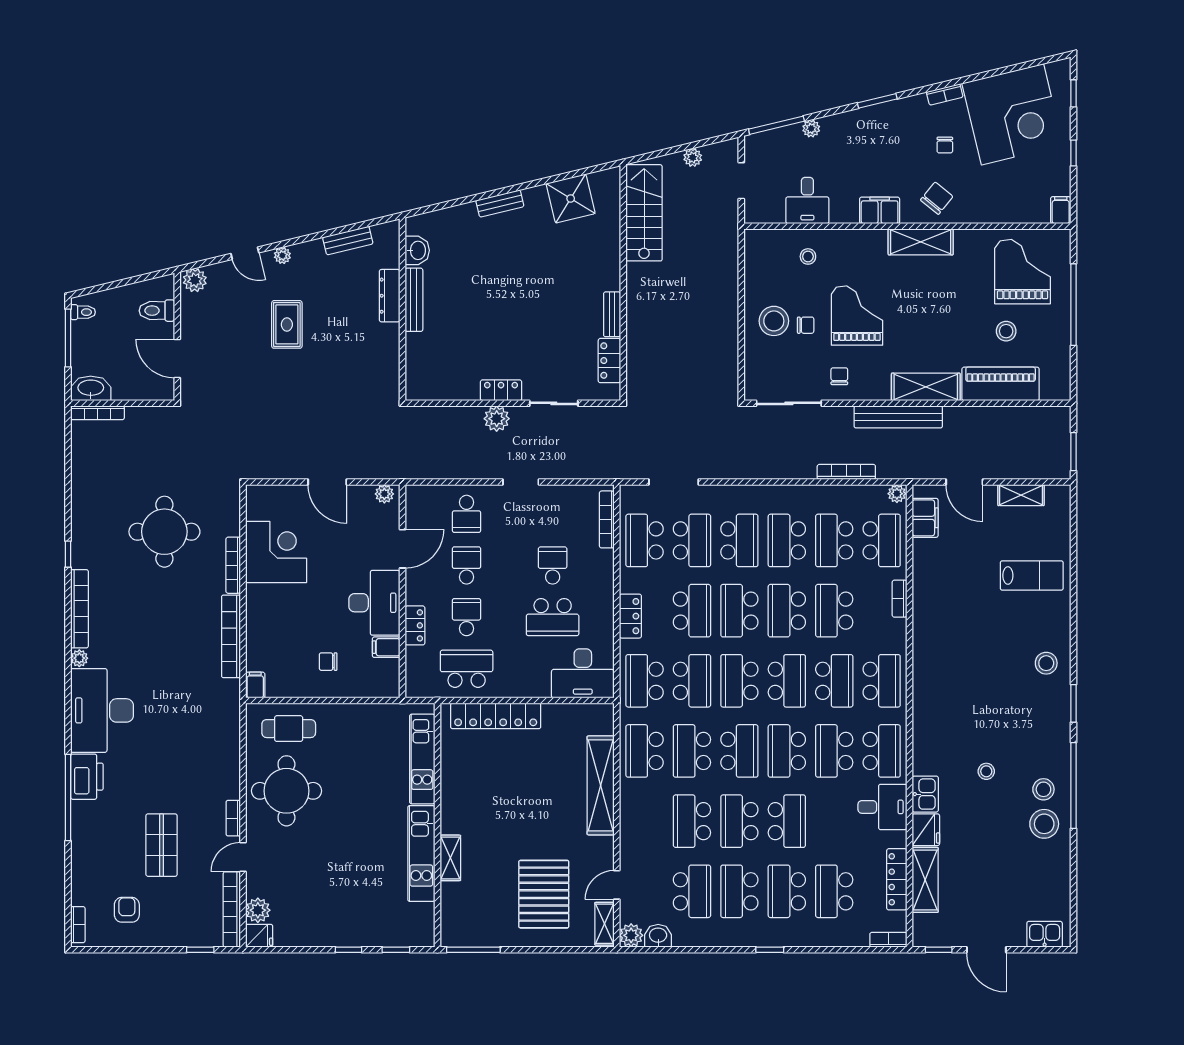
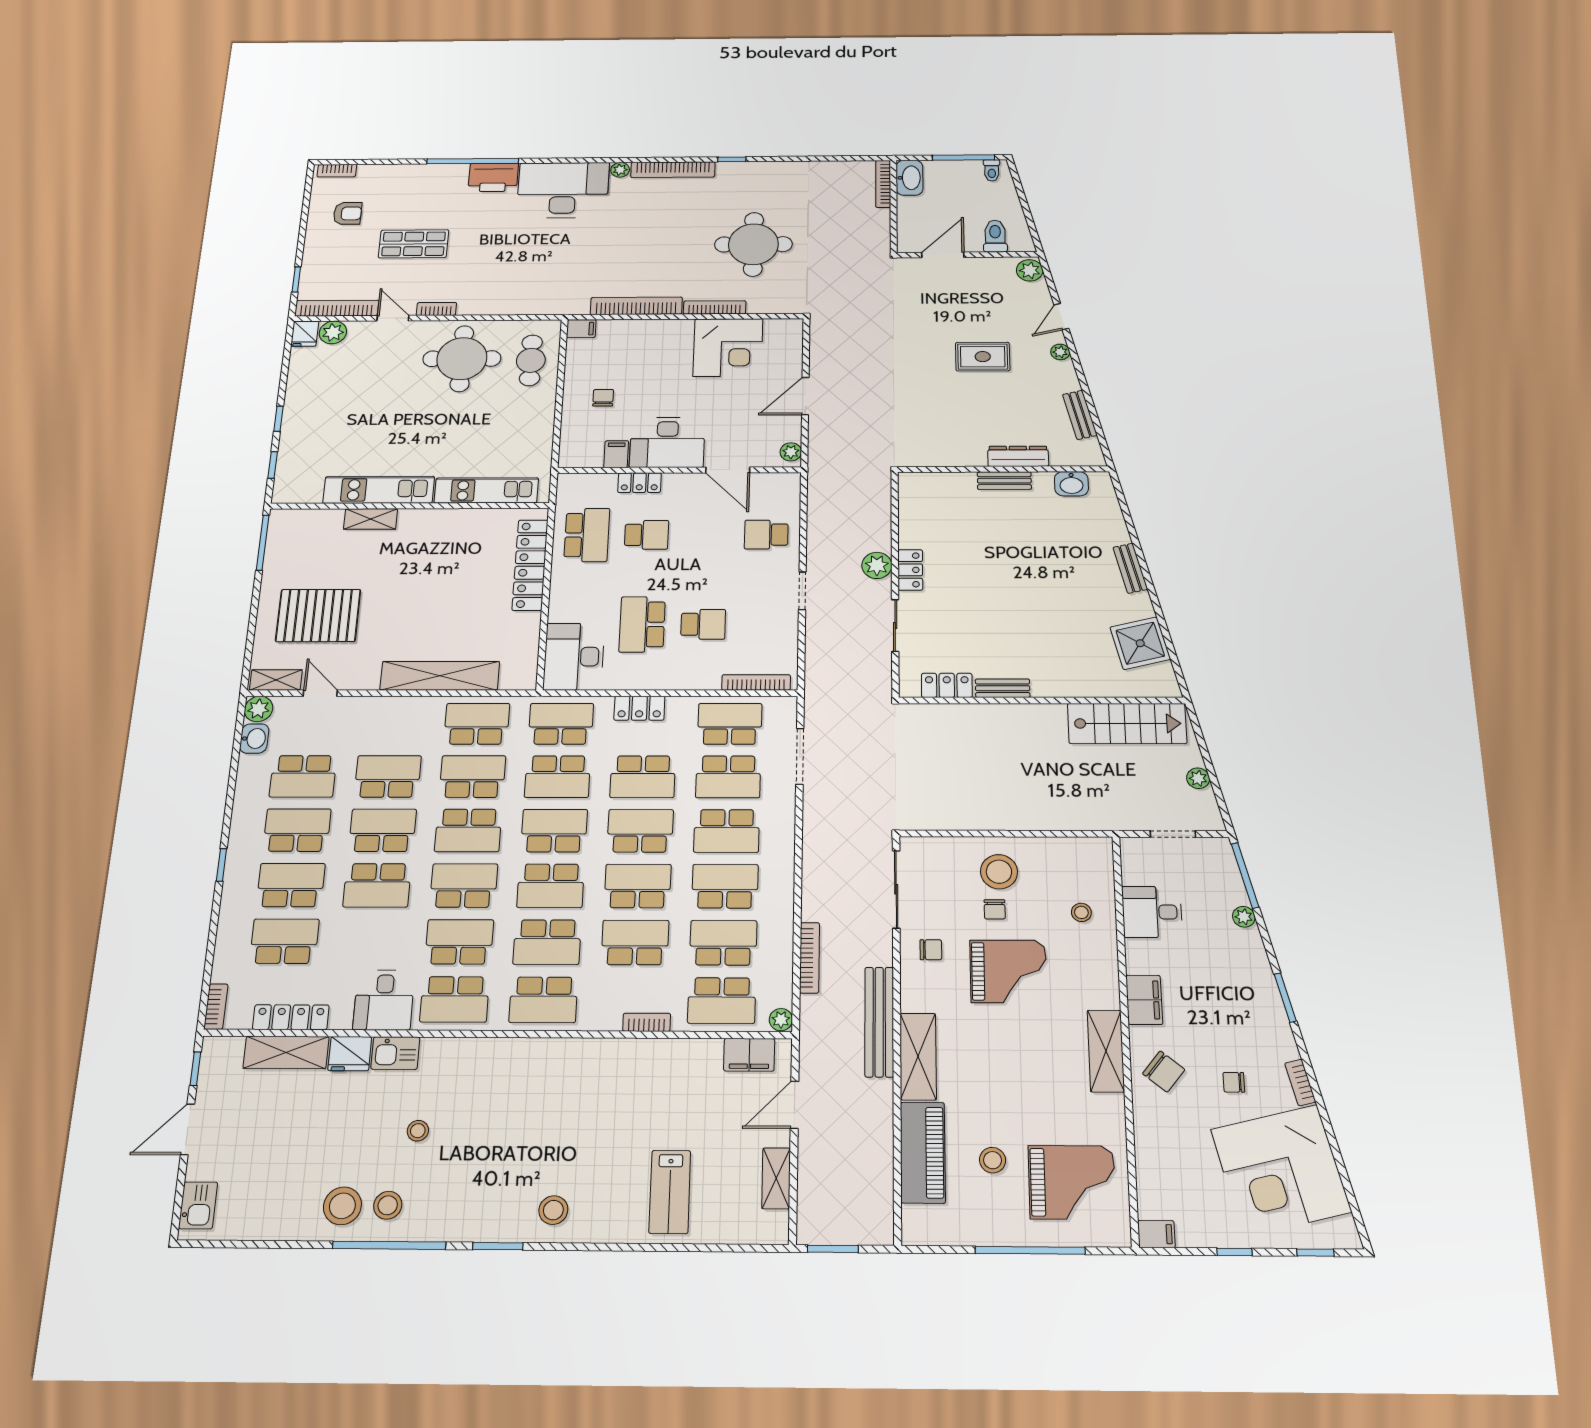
bench: (414, 300) -> (1004, 481), width x0.73
school desk: (467, 565) -> (706, 535), removed

